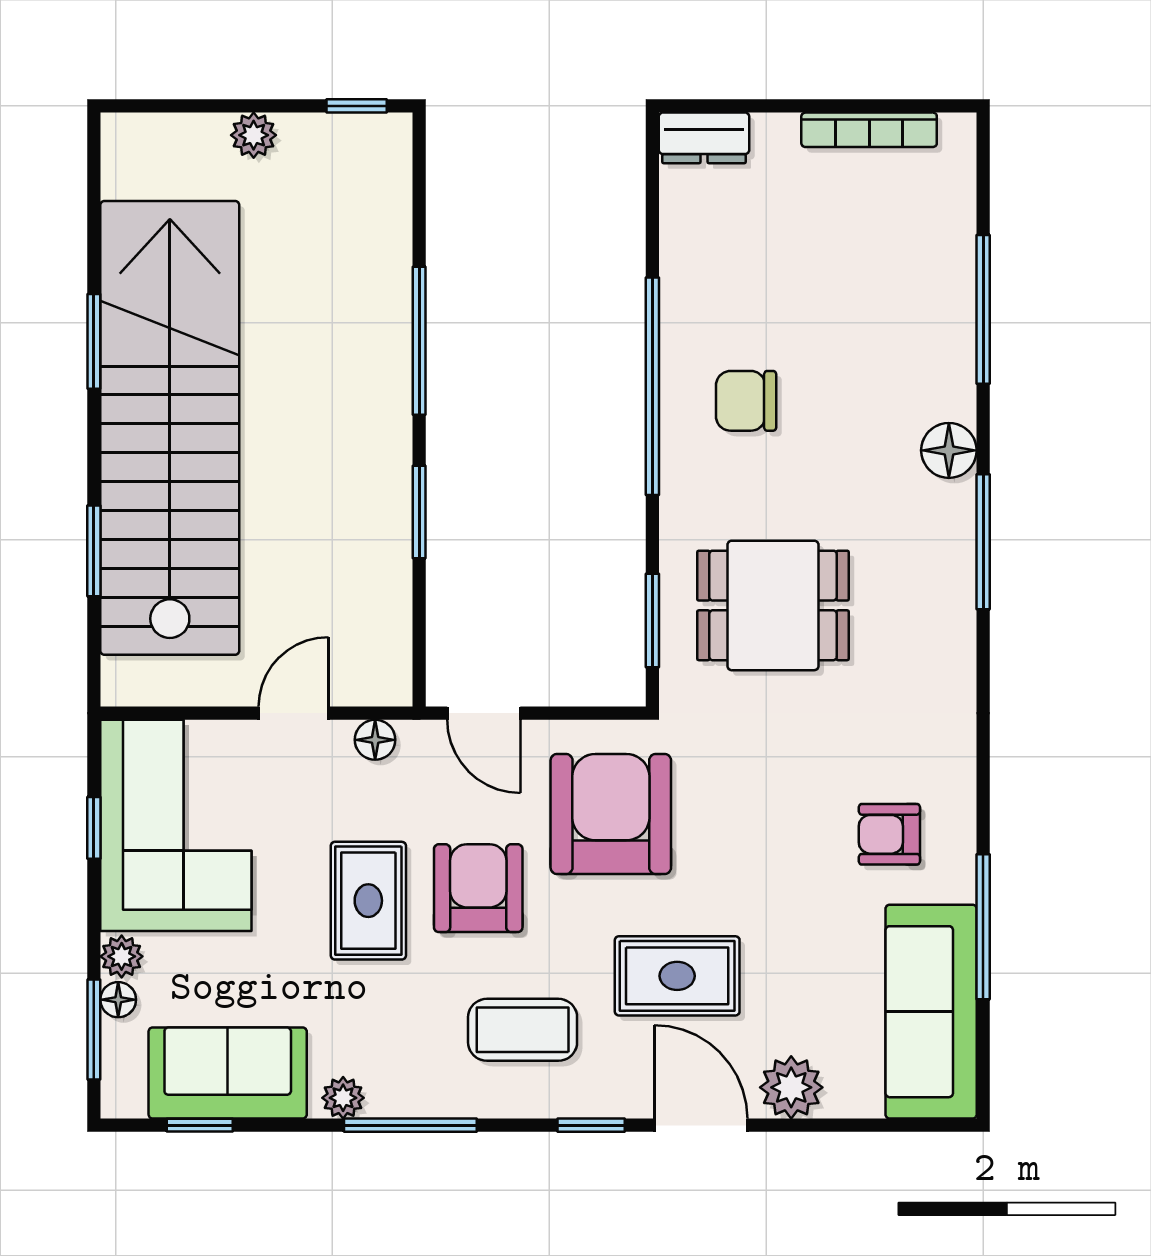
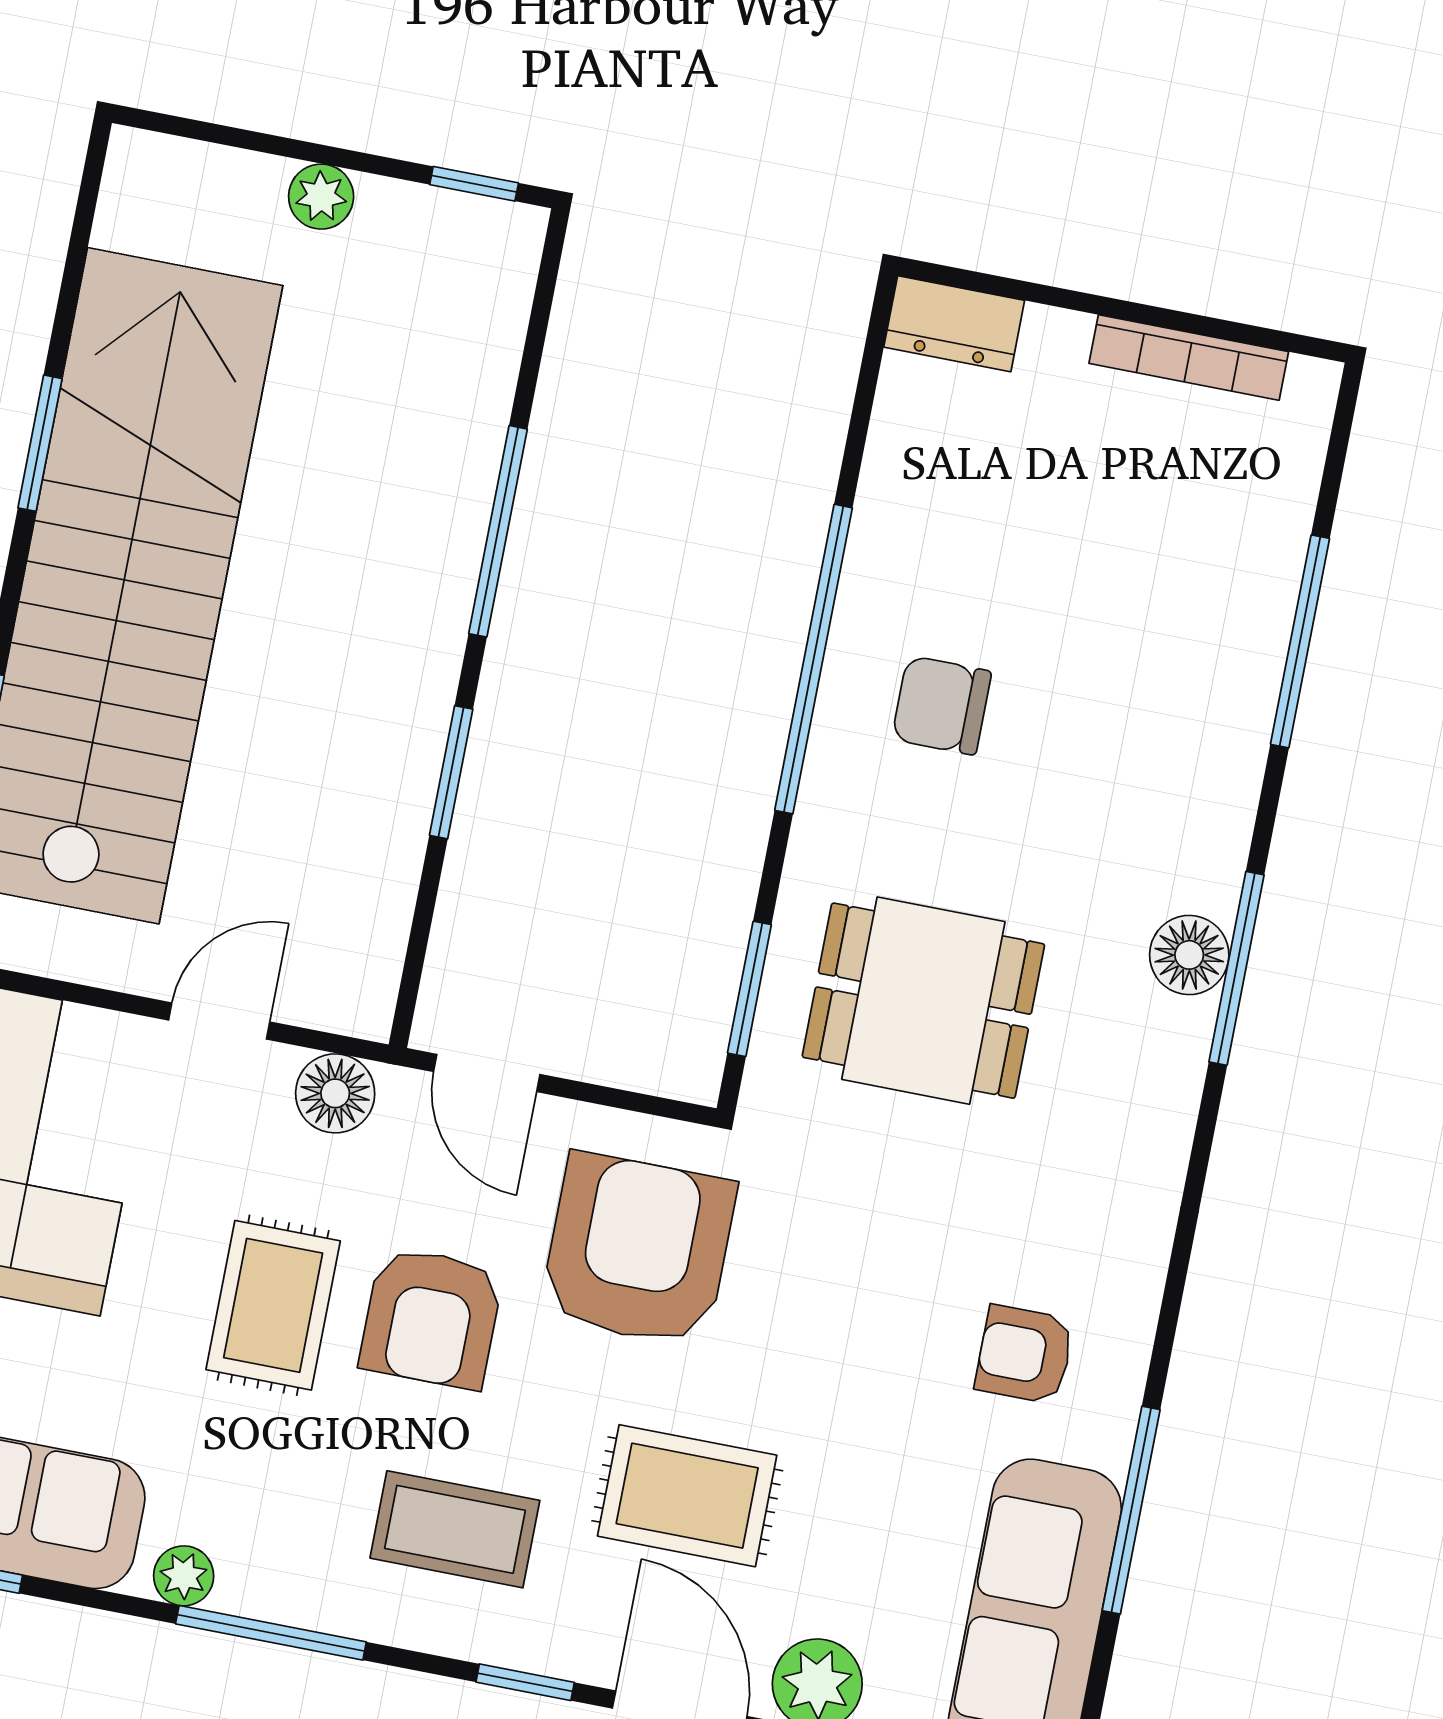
floor lamp: (949, 450) -> (1189, 955), moved
floor lamp: (375, 740) -> (335, 1093), width x1.37, depth x1.37
armchair: (478, 888) -> (431, 1318), turned 180

